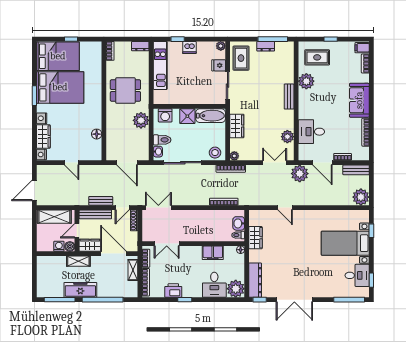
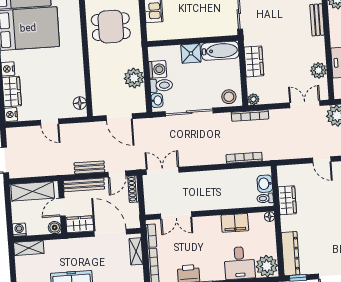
washing machine: (165, 115) -> (158, 69), moved, turned -90
plant: (141, 120) -> (134, 78), moved
floor lamp: (97, 134) -> (80, 103), moved
washing machine: (59, 246) -> (19, 230), moved
shelving: (78, 261) -> (29, 248), moved

